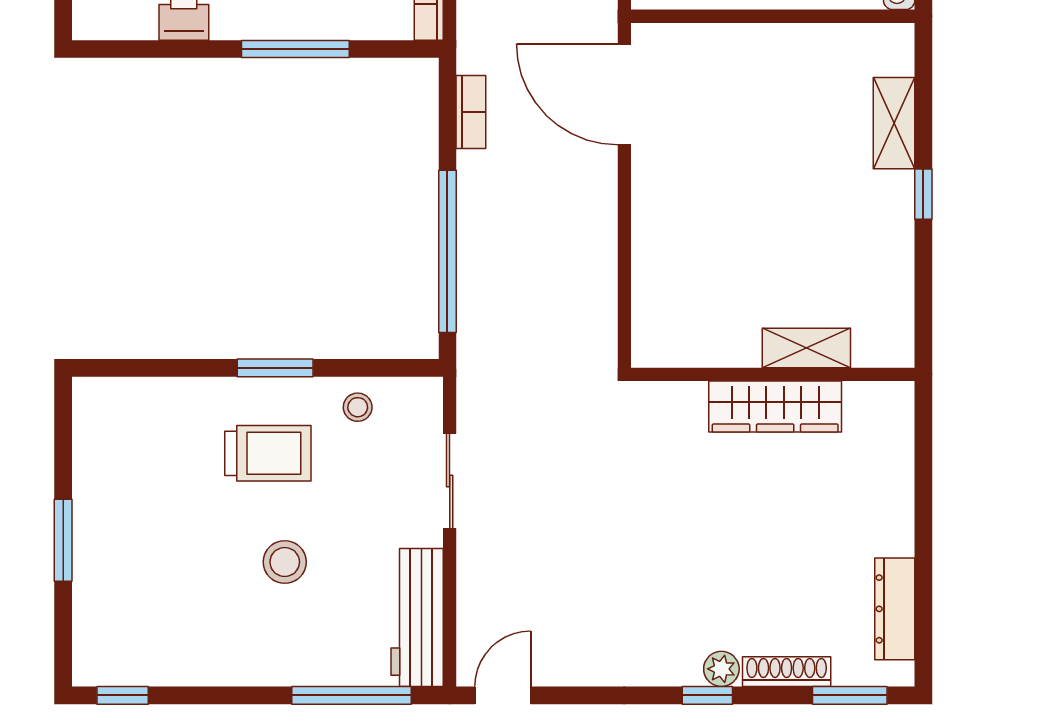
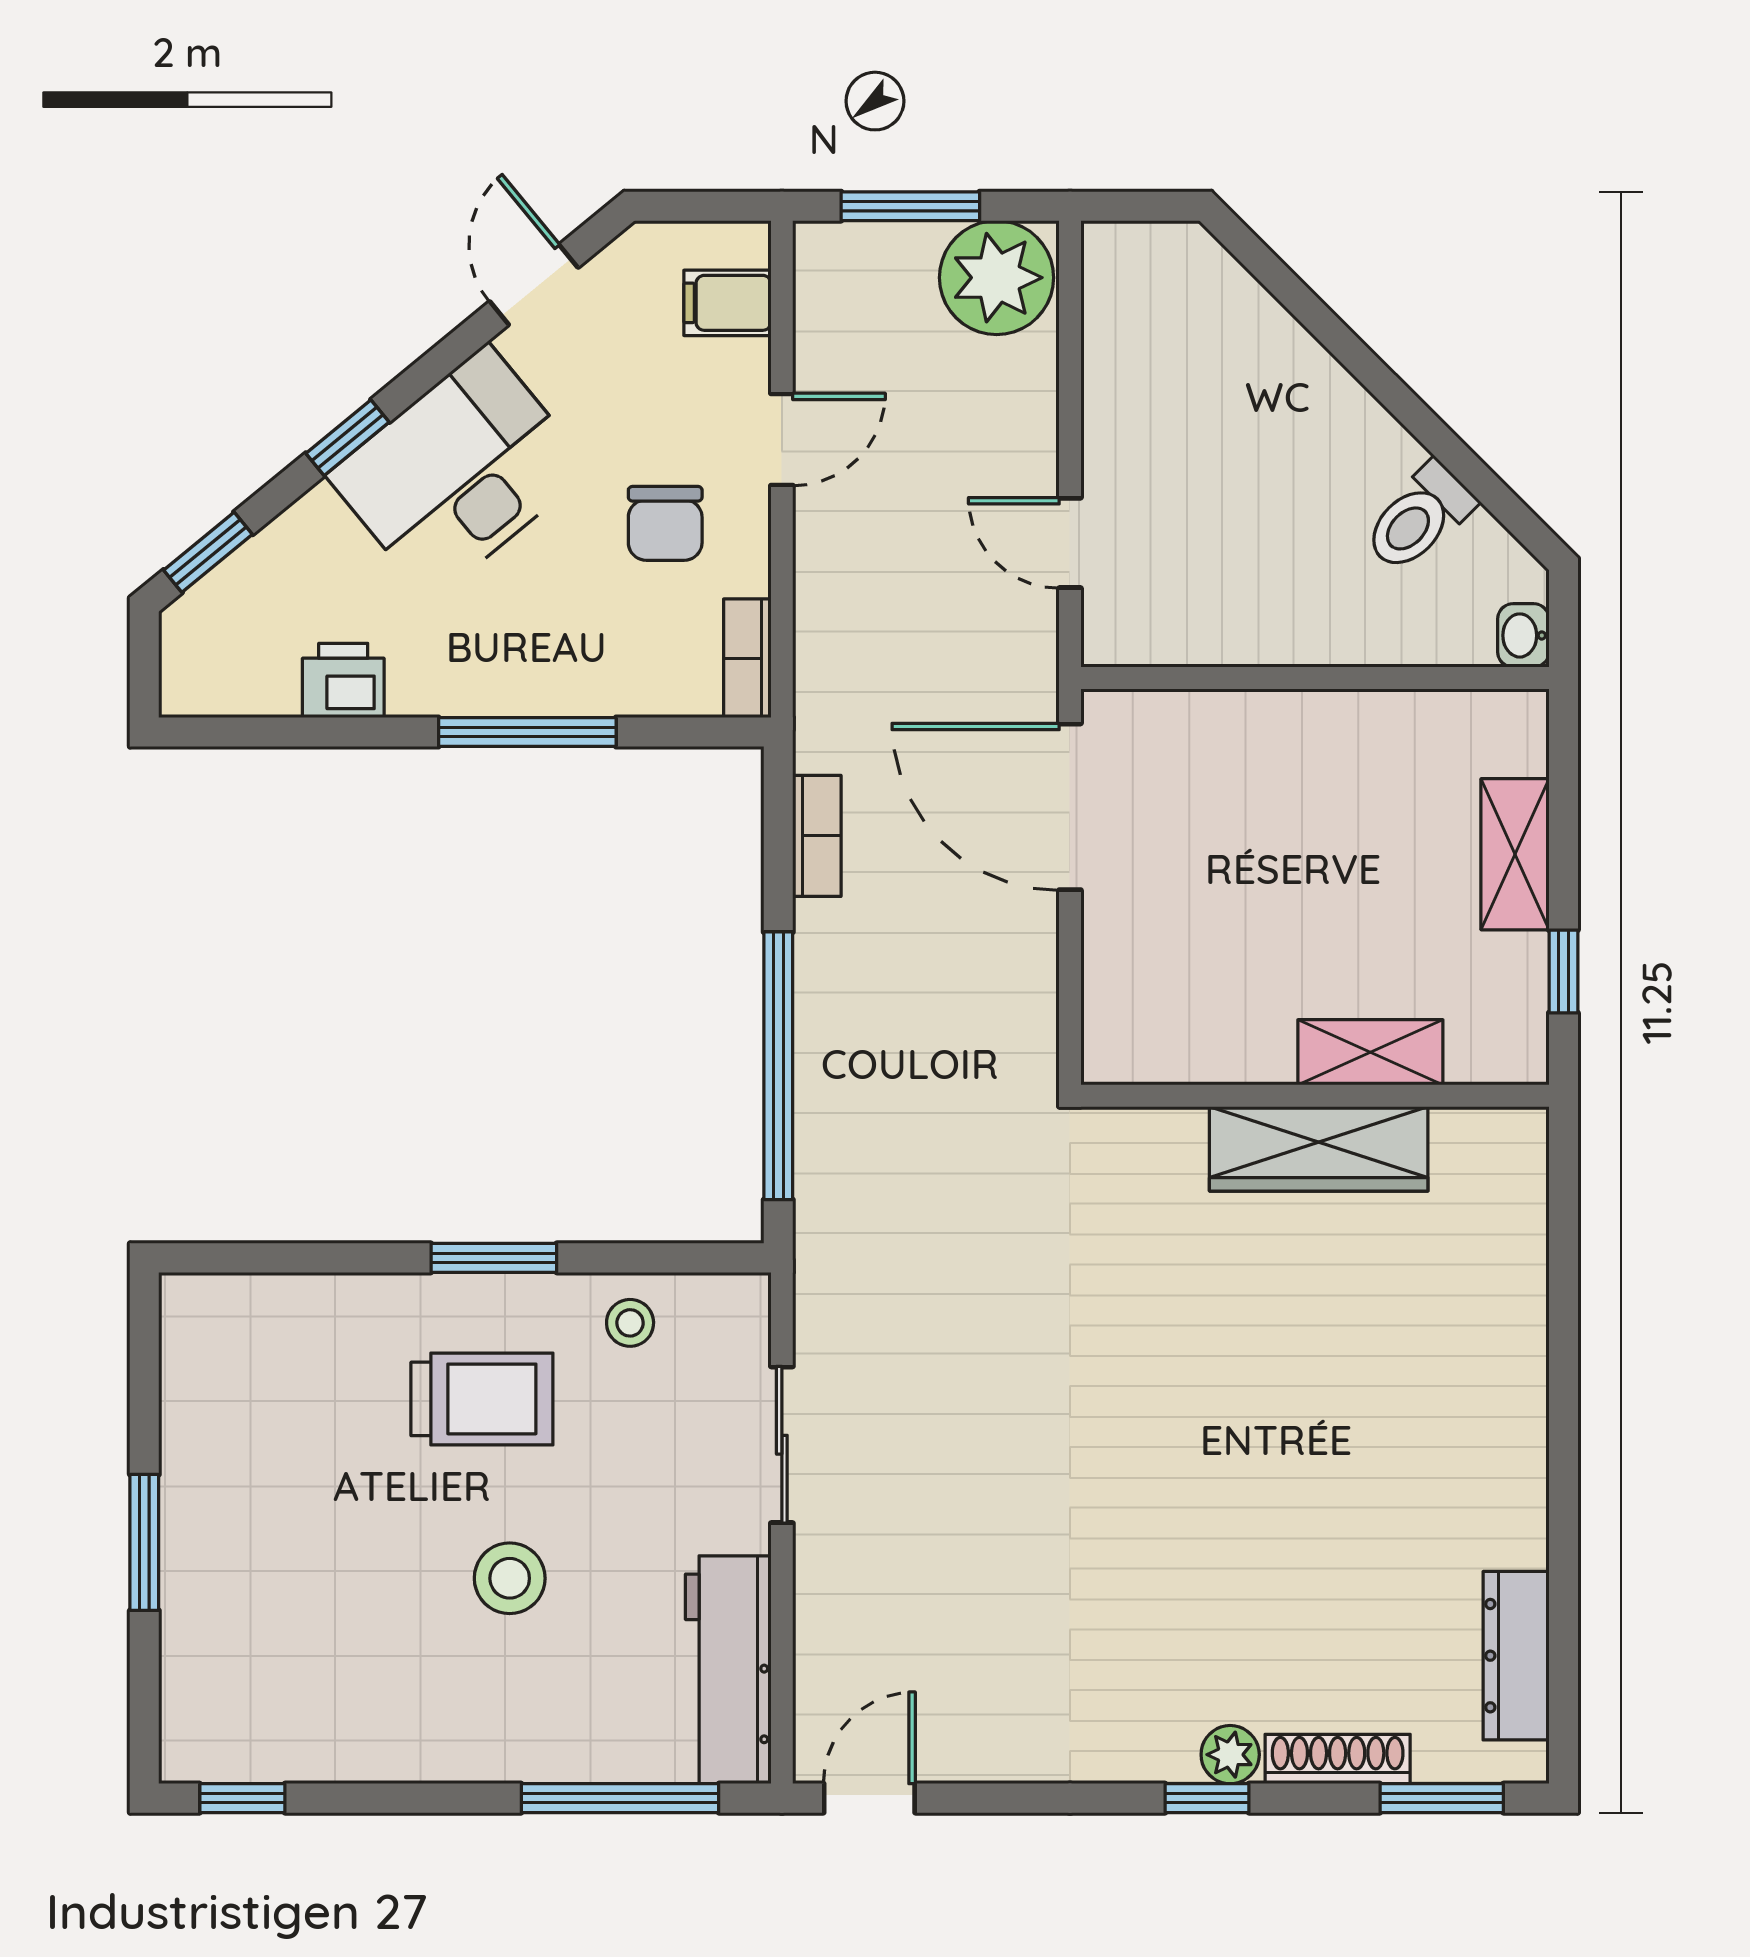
shelving: (806, 348) -> (1370, 1052), moved
wall: (773, 374) -> (1315, 1096), moved
wardrobe: (775, 406) -> (1319, 1149), moved

